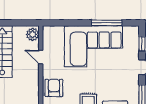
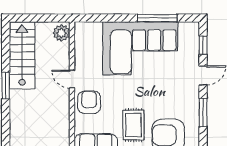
door: (41, 57) -> (72, 79), moved

